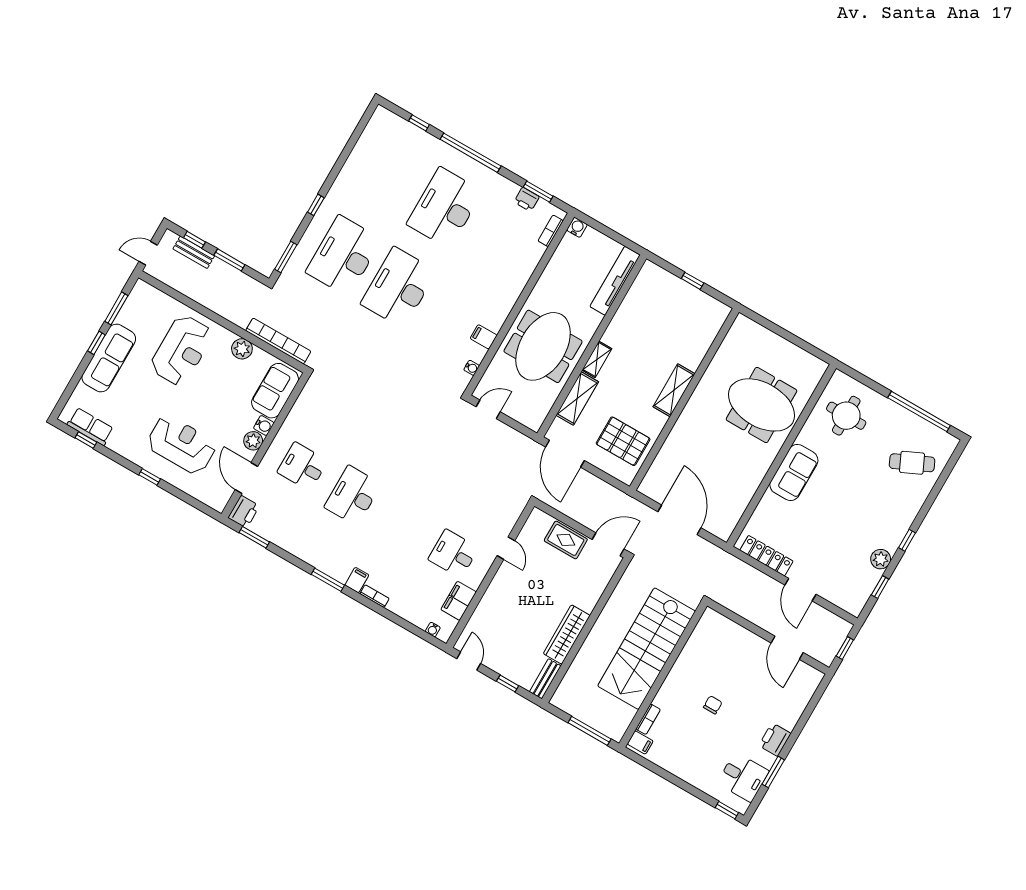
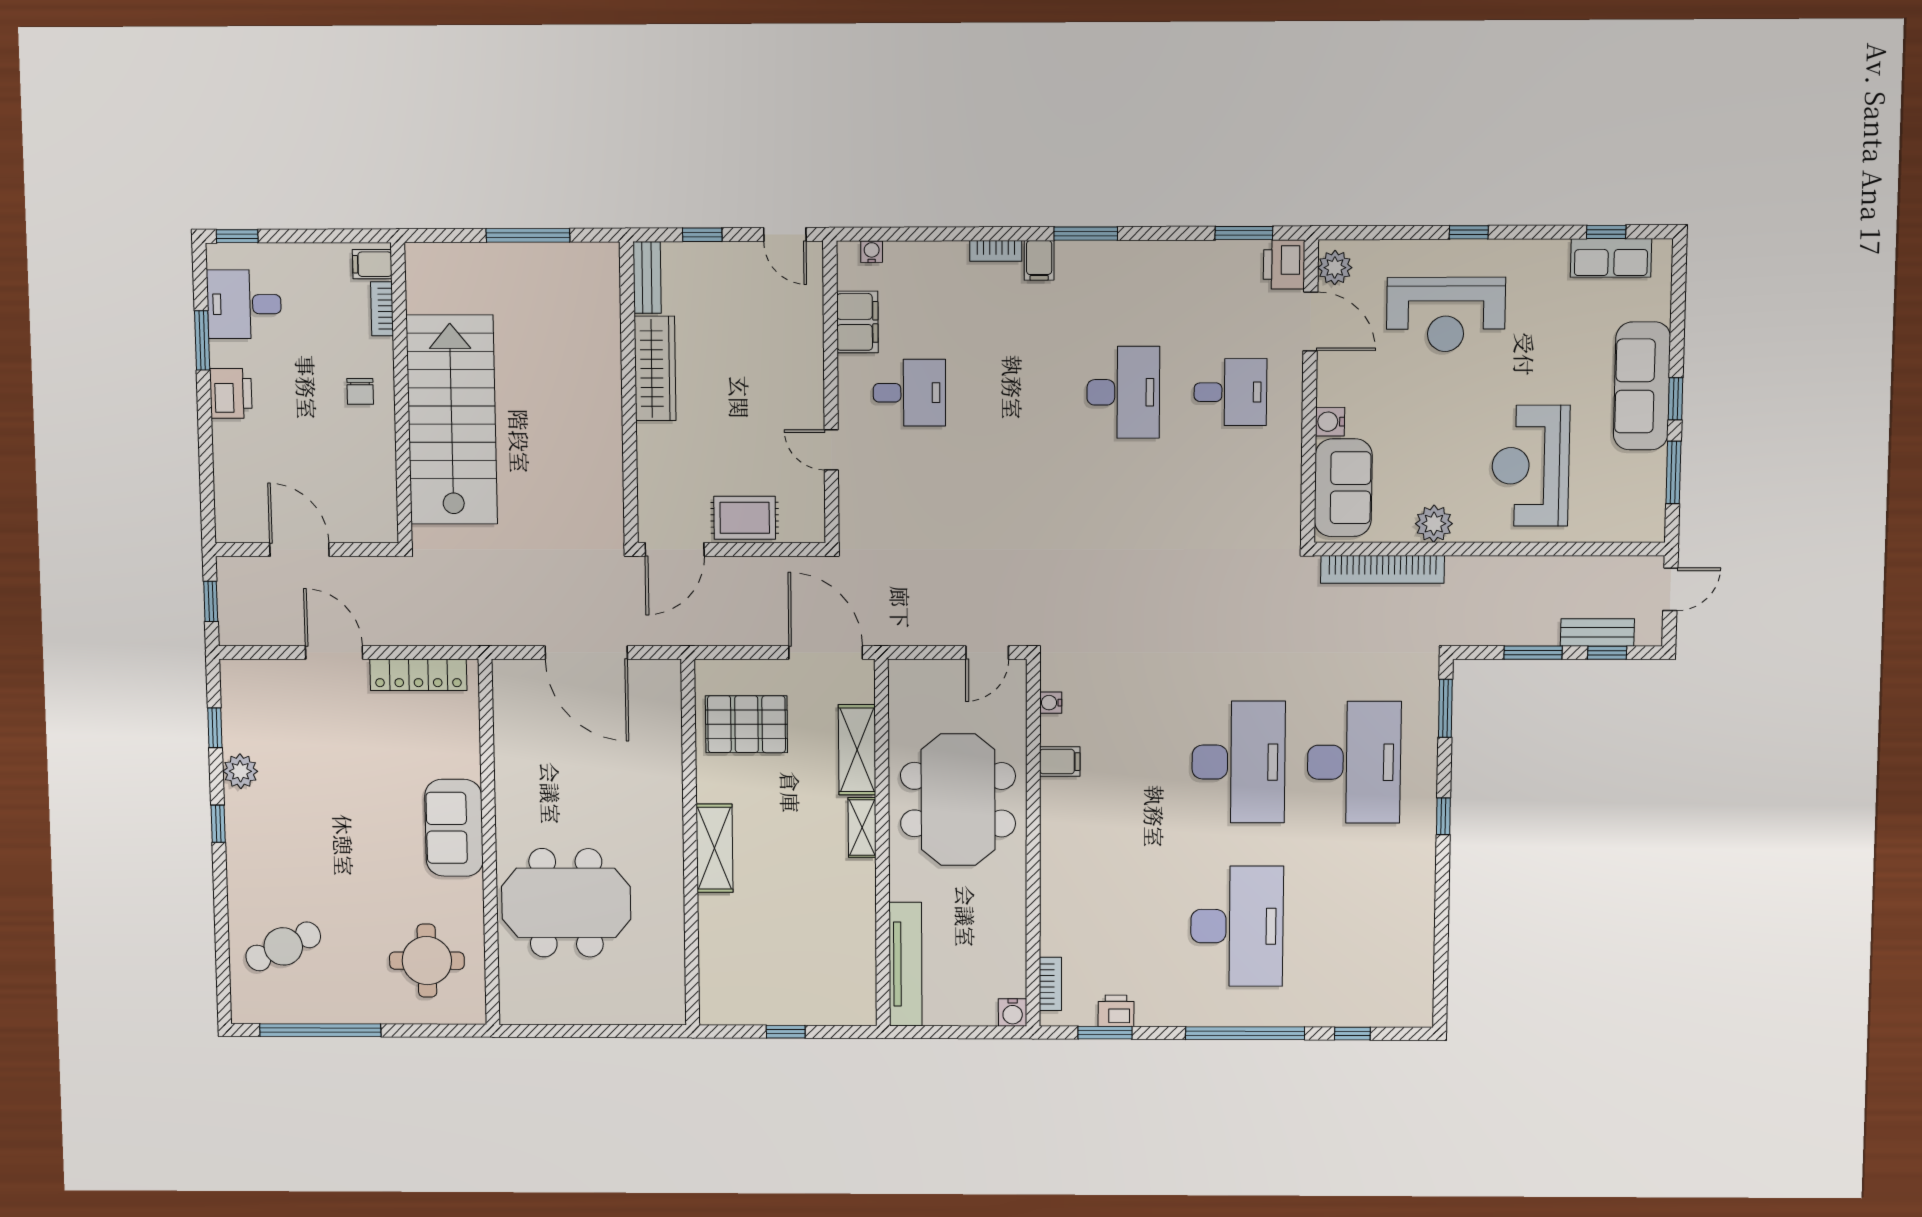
plant: (253, 441) -> (1335, 268), moved
stairs: (647, 649) -> (452, 420), moved
wall: (663, 675) -> (401, 394), moved
bookcase: (648, 719) -> (382, 309), moved
filing cabinet: (640, 742) -> (372, 264), moved

